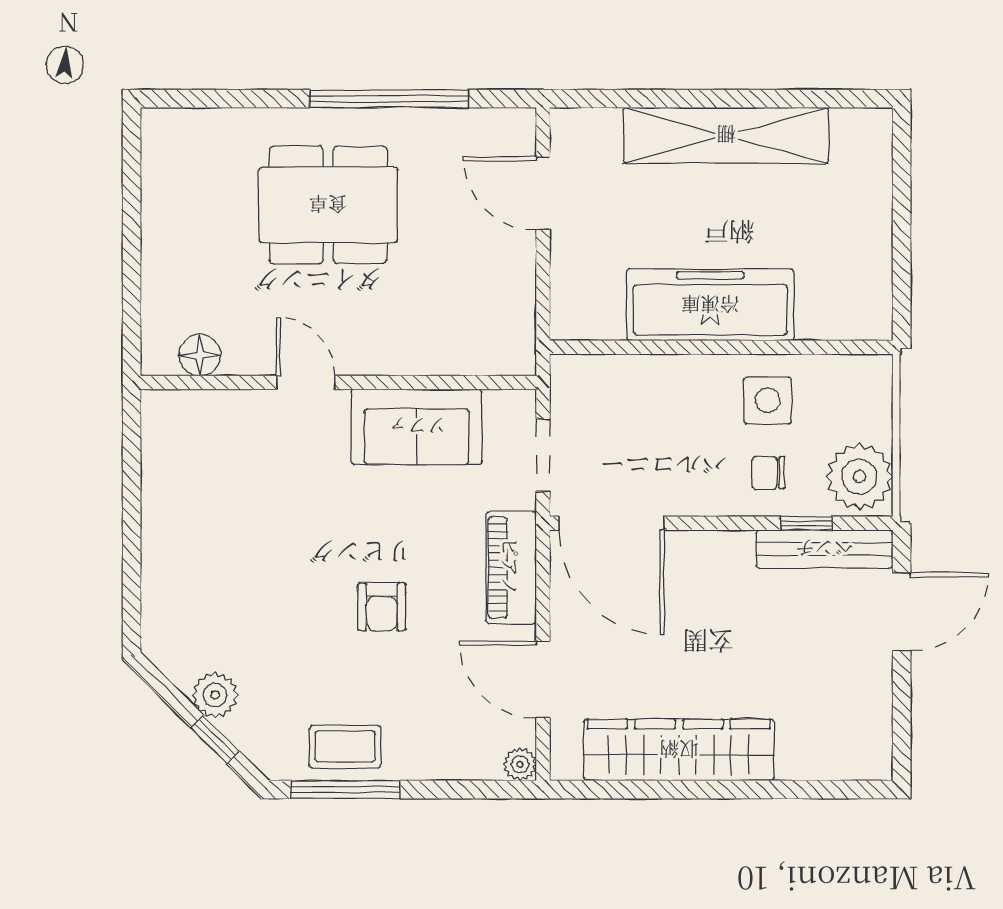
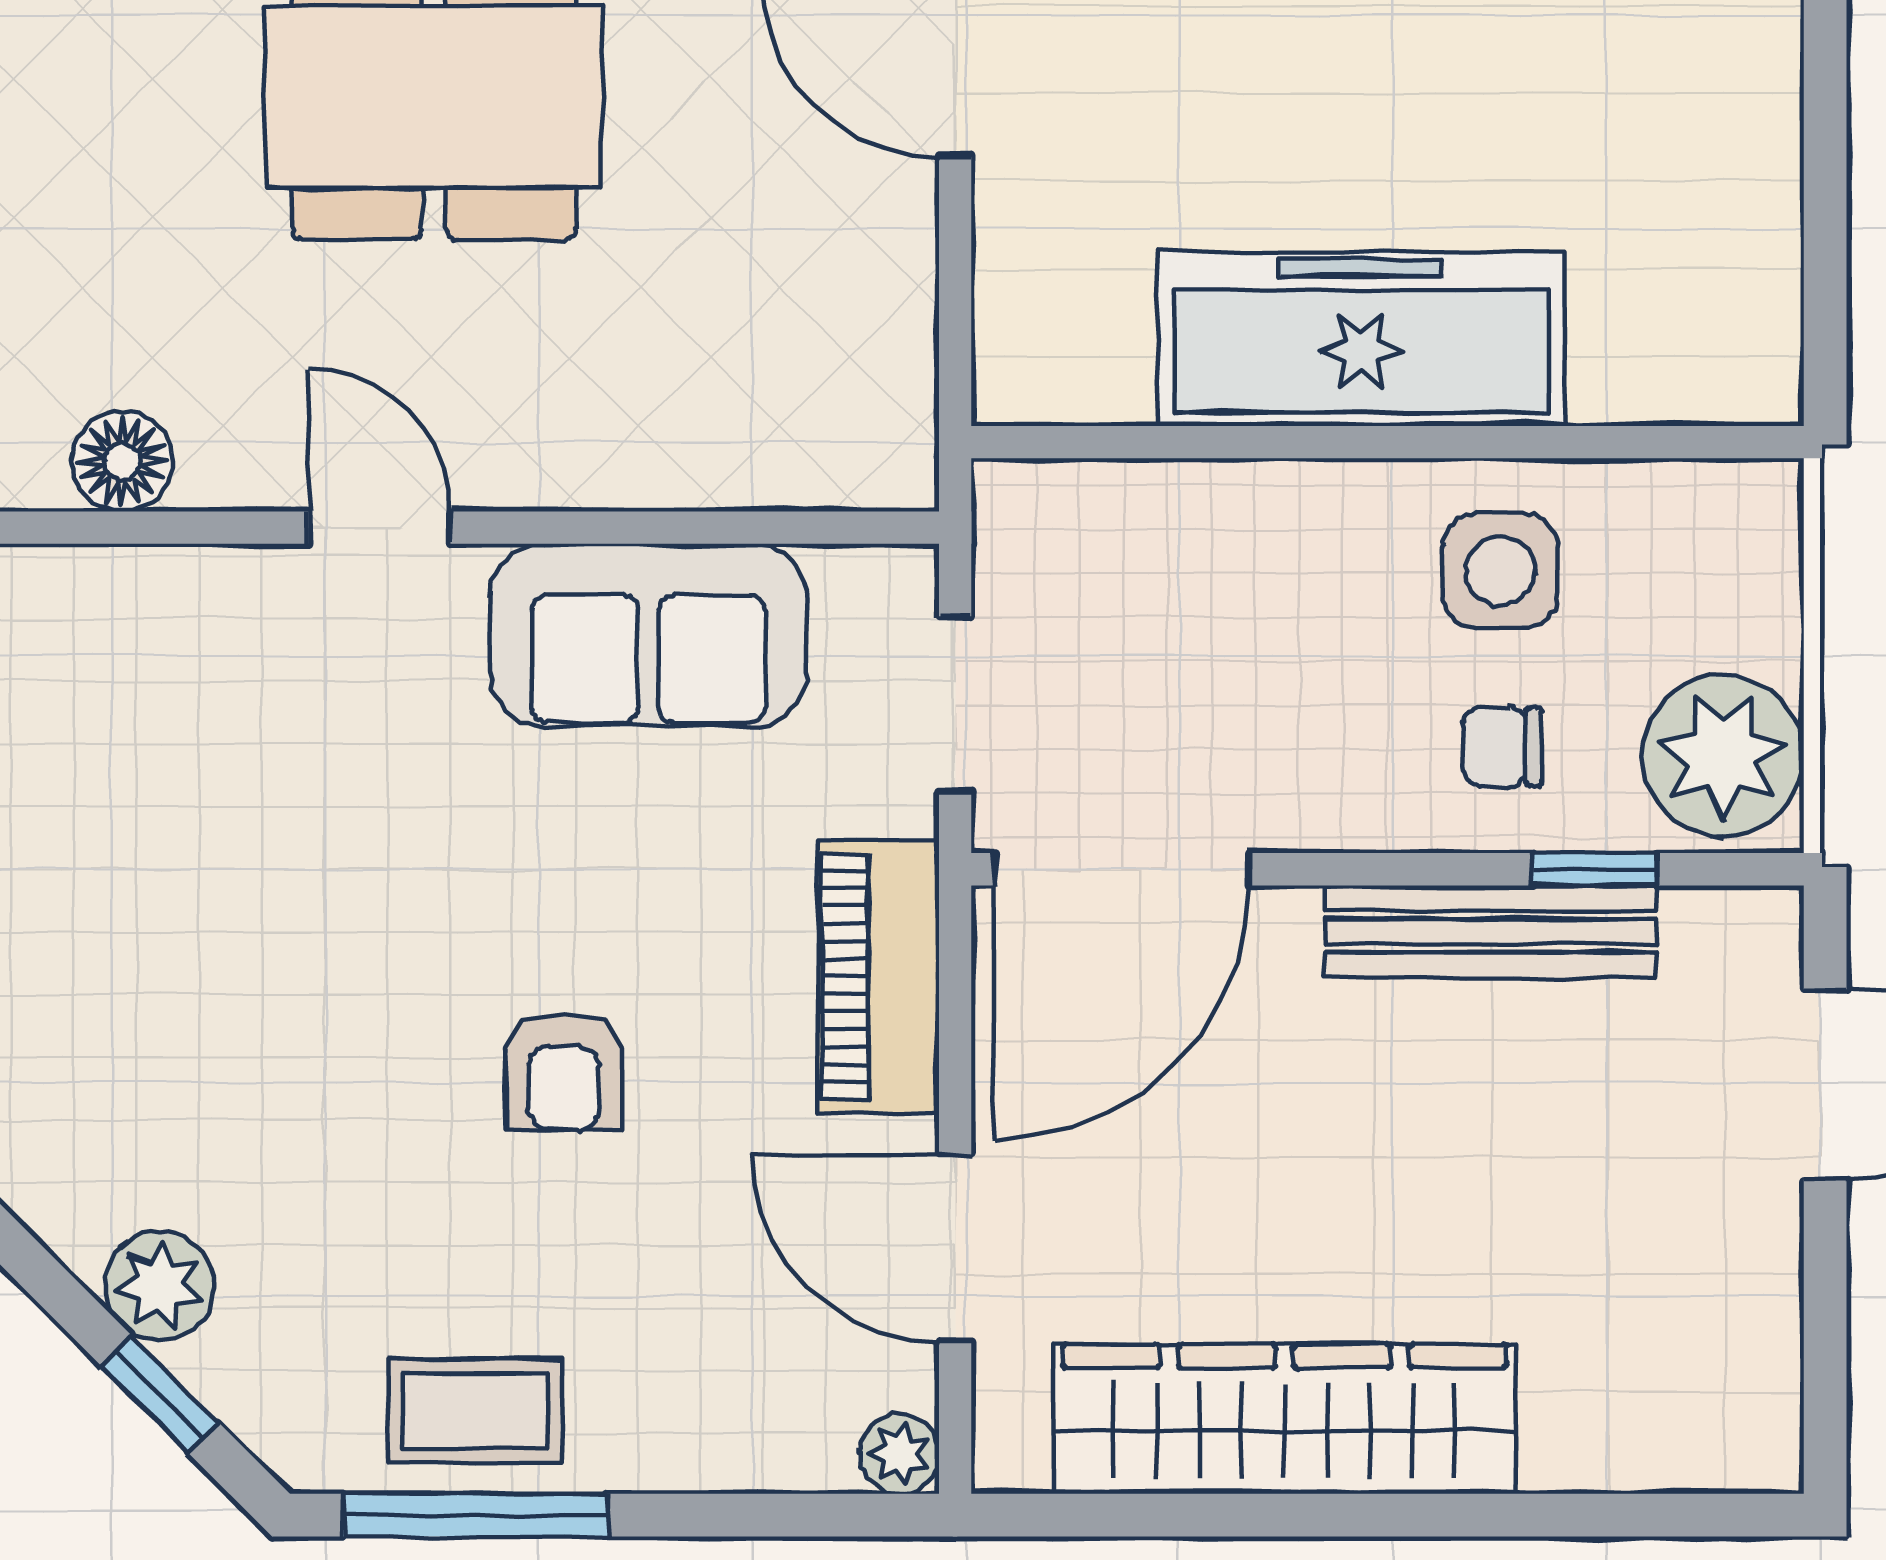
door: (611, 523) -> (1121, 869), hinge flipped
bench: (824, 549) -> (1491, 932), moved

